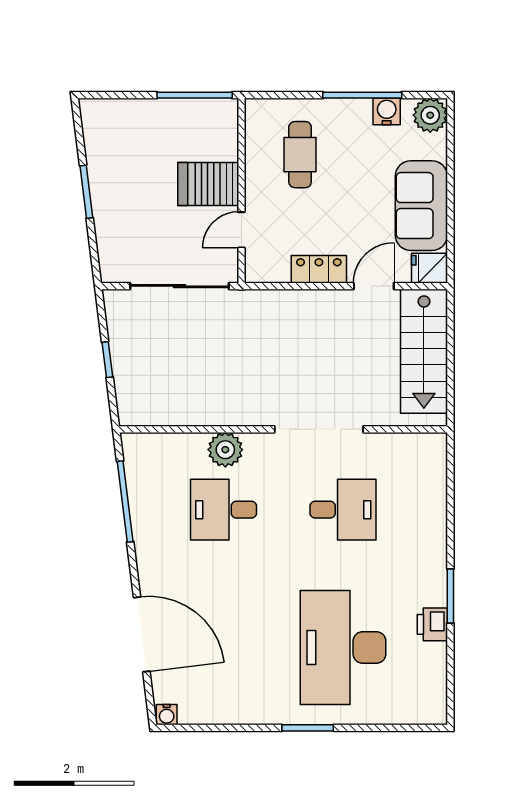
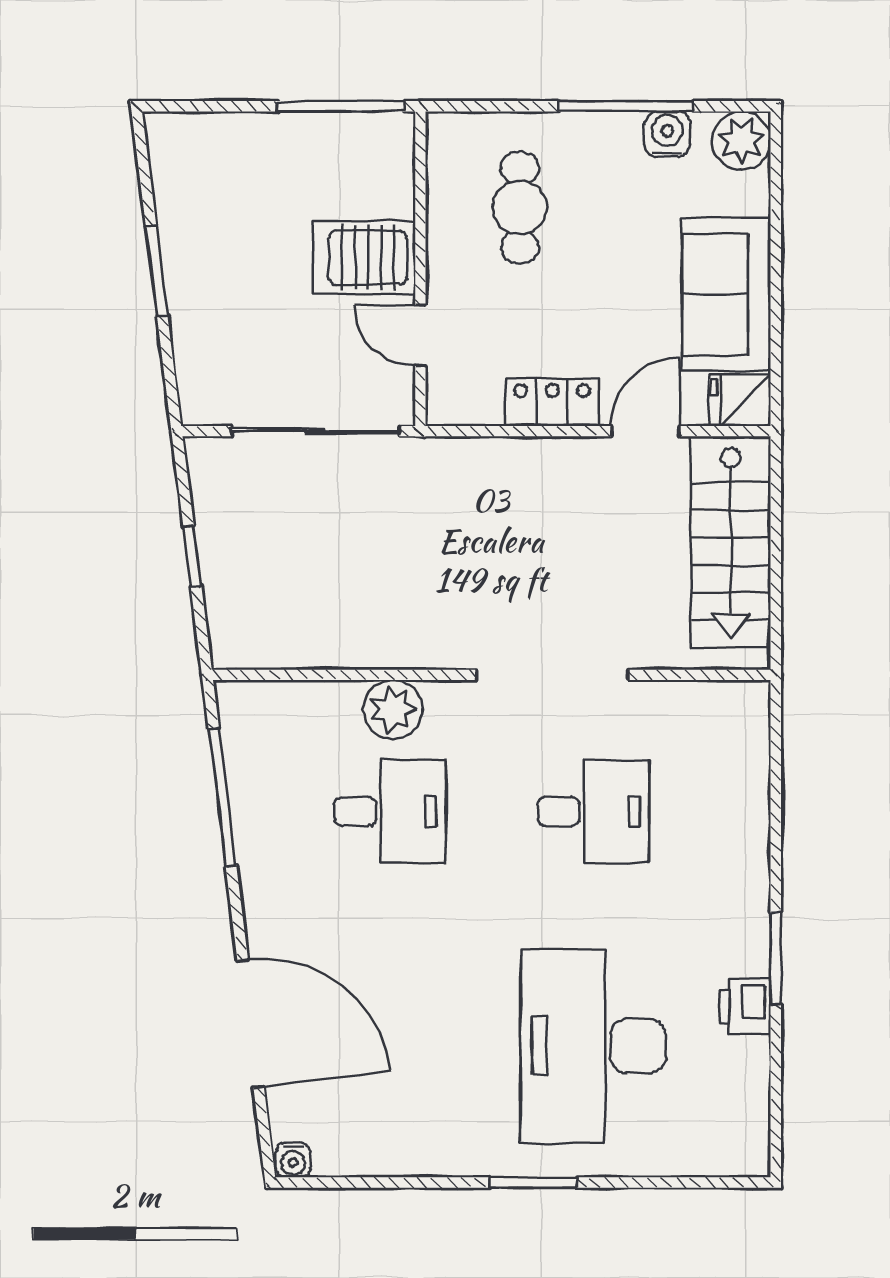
door: (241, 230) -> (420, 335), hinge flipped
desk: (224, 510) -> (390, 811), turned 180

